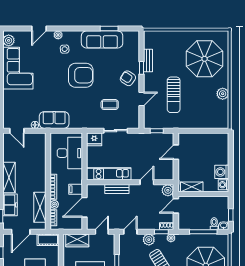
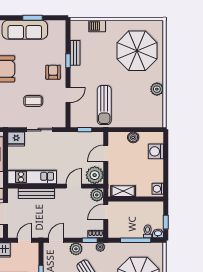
barbecue: (168, 36) -> (97, 26), added
armchair: (128, 78) -> (53, 72), turned 57
sun lounger: (174, 95) -> (104, 105), moved
boiler: (201, 138) -> (133, 137), added
plant: (166, 172) -> (95, 175), added
washing machine: (222, 172) -> (156, 151), moved
bench: (117, 189) -> (36, 193), width x1.36

